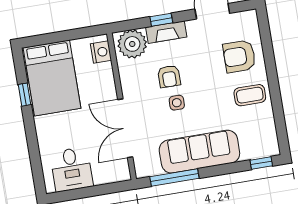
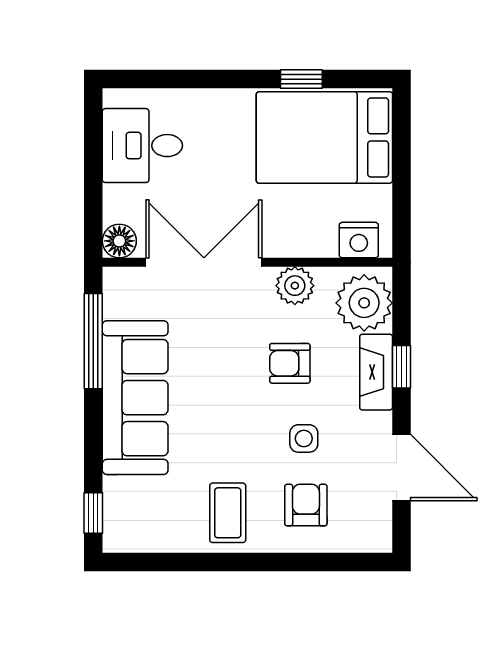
armchair: (239, 56) -> (306, 505), width x0.72, depth x0.72
plant: (129, 80) -> (295, 286), added
side table: (177, 103) -> (304, 438), moved
floor lamp: (122, 173) -> (119, 241), added

